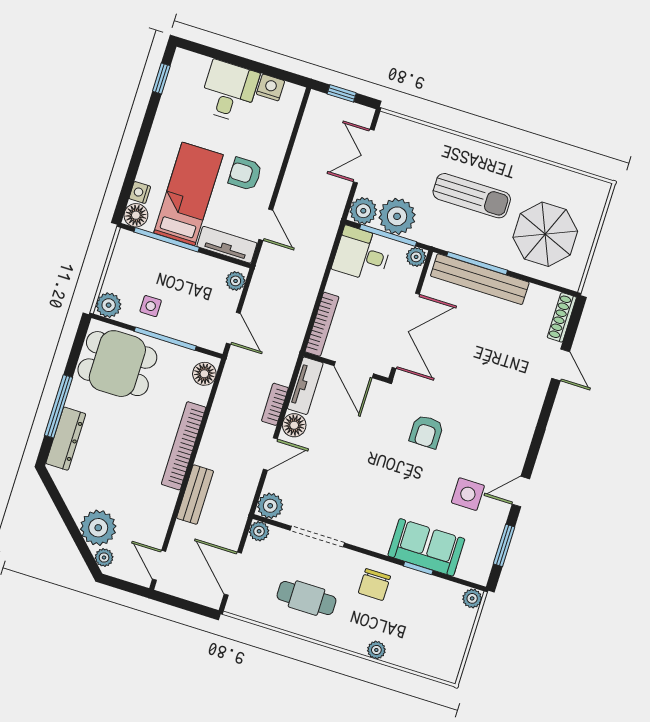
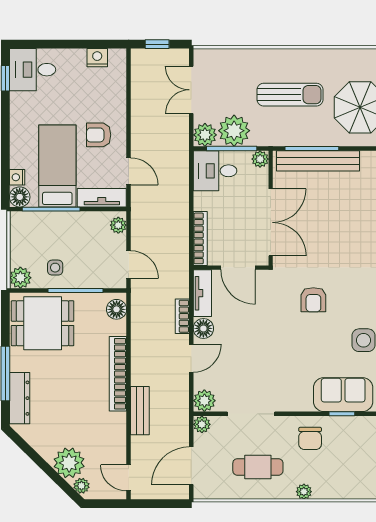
desk: (229, 91) -> (33, 70), moved, turned -90
door: (233, 574) -> (191, 466), hinge flipped
plant: (376, 650) -> (304, 492), moved

